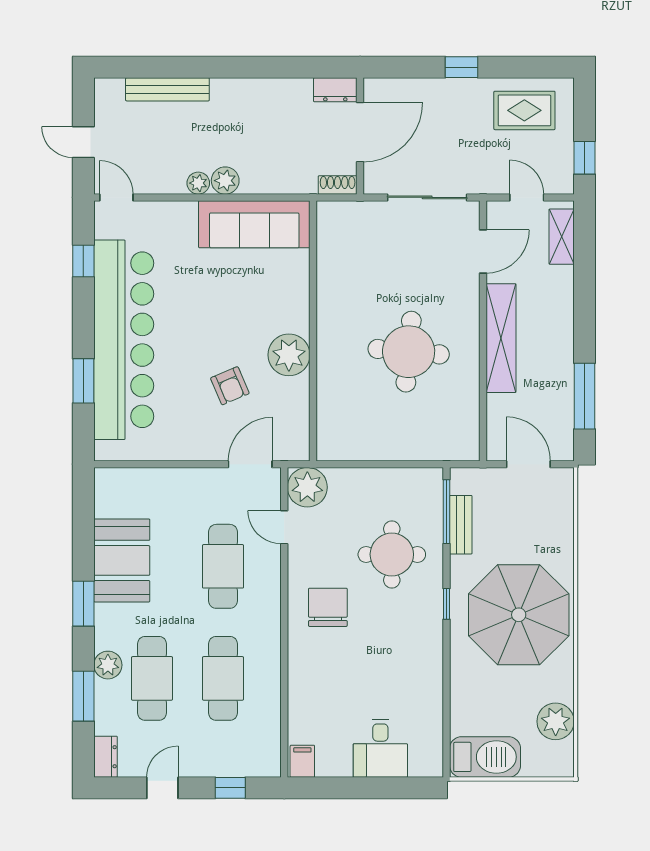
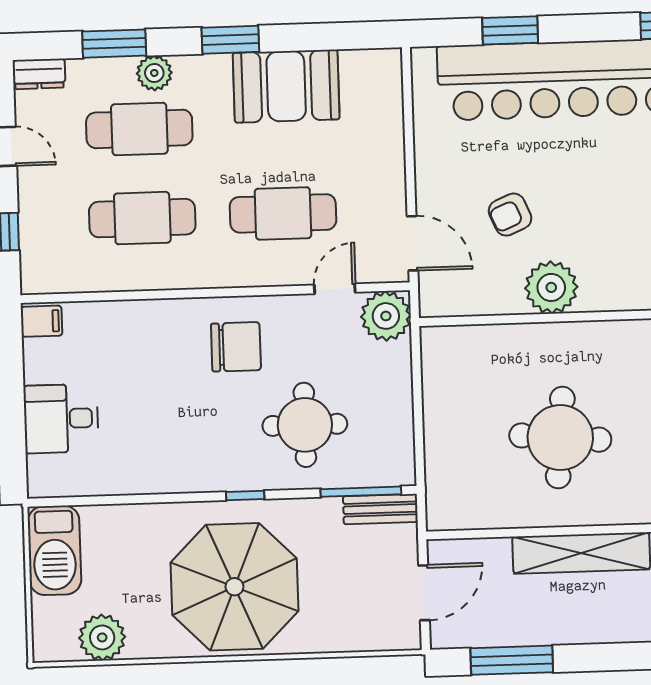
bench: (461, 525) -> (380, 509), moved

